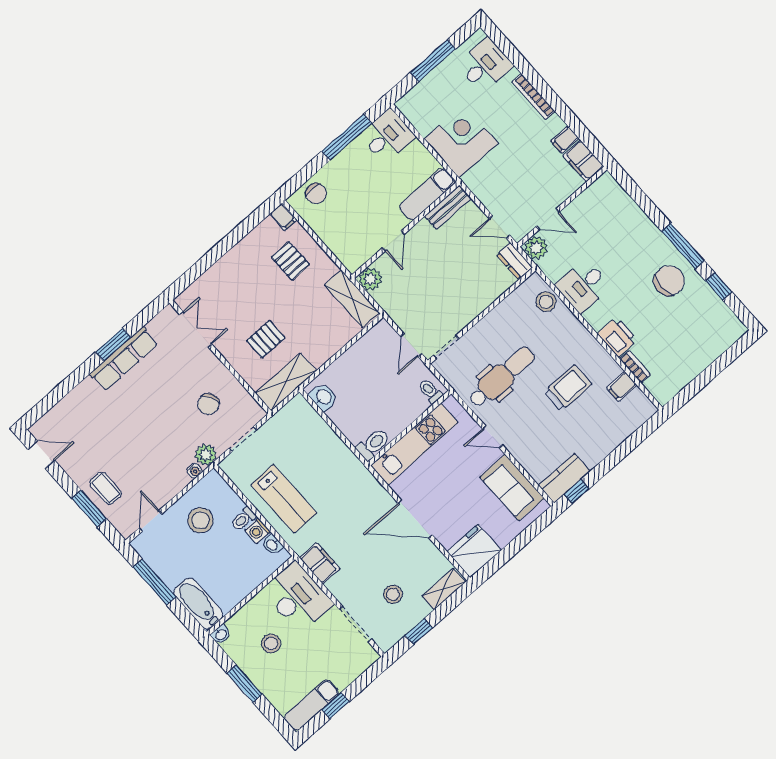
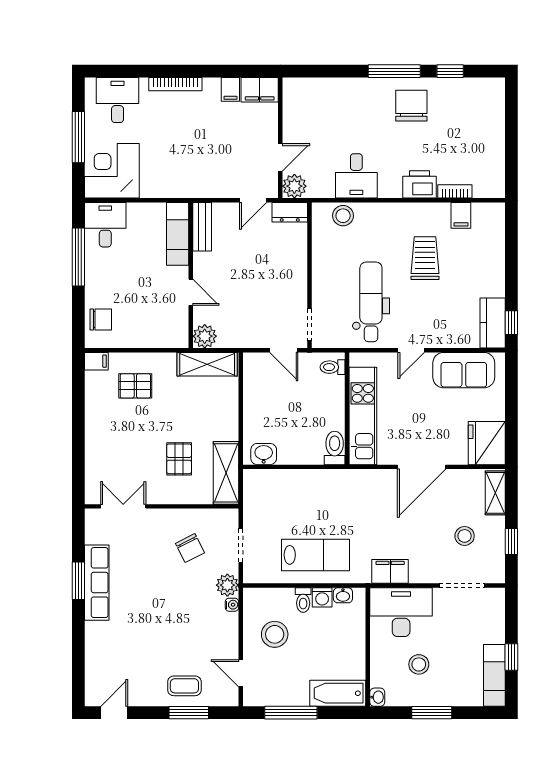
corner desk: (461, 141) -> (112, 171), moved

